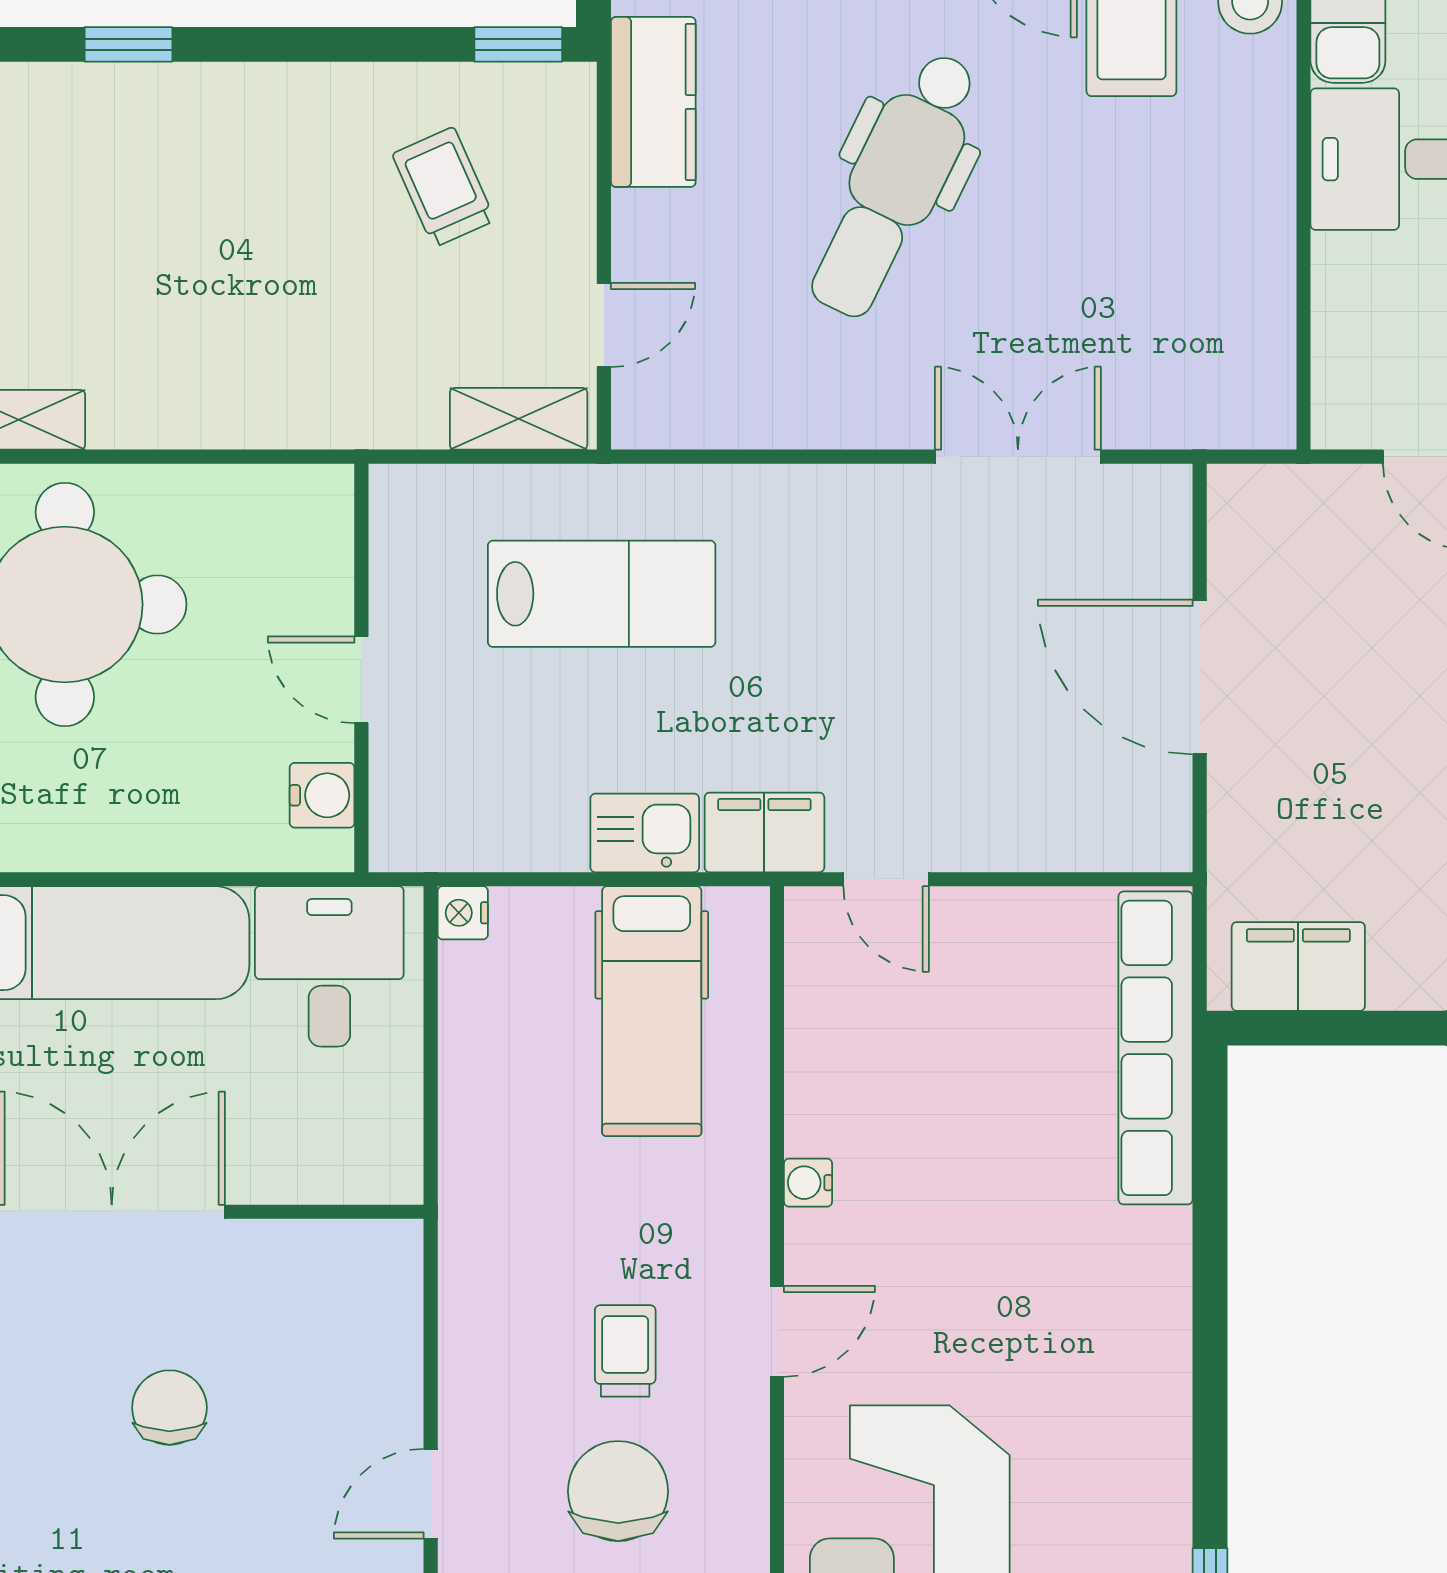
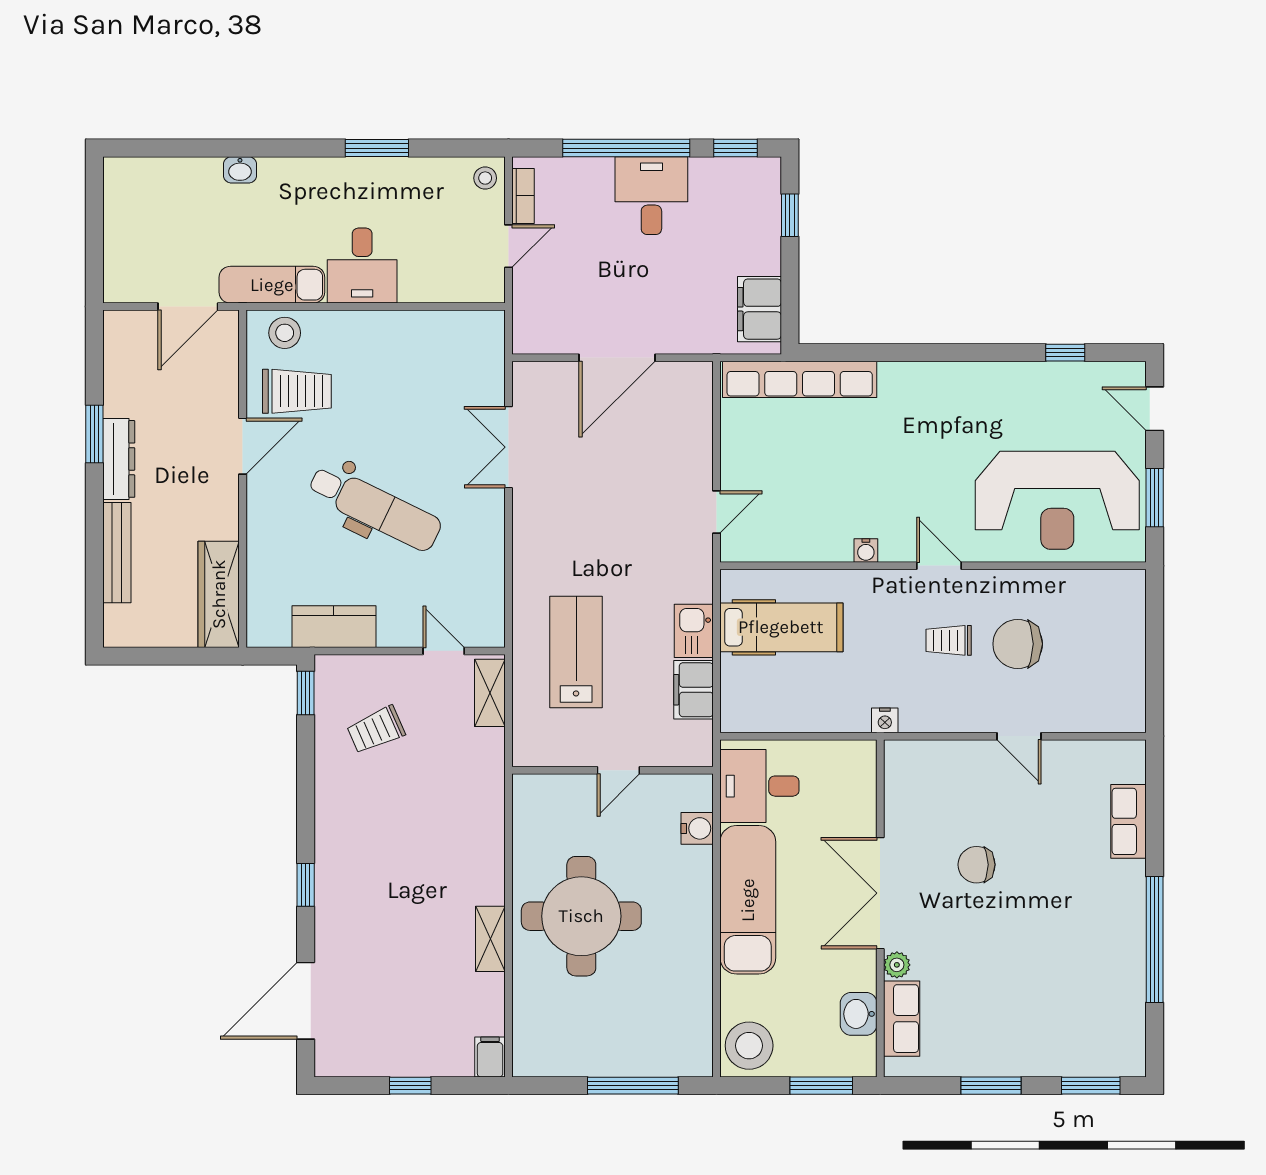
water cooler: (322, 795) -> (697, 828), moved, turned 90
filing cabinet: (764, 832) -> (693, 690), moved
nightstand: (463, 913) -> (885, 720), moved

